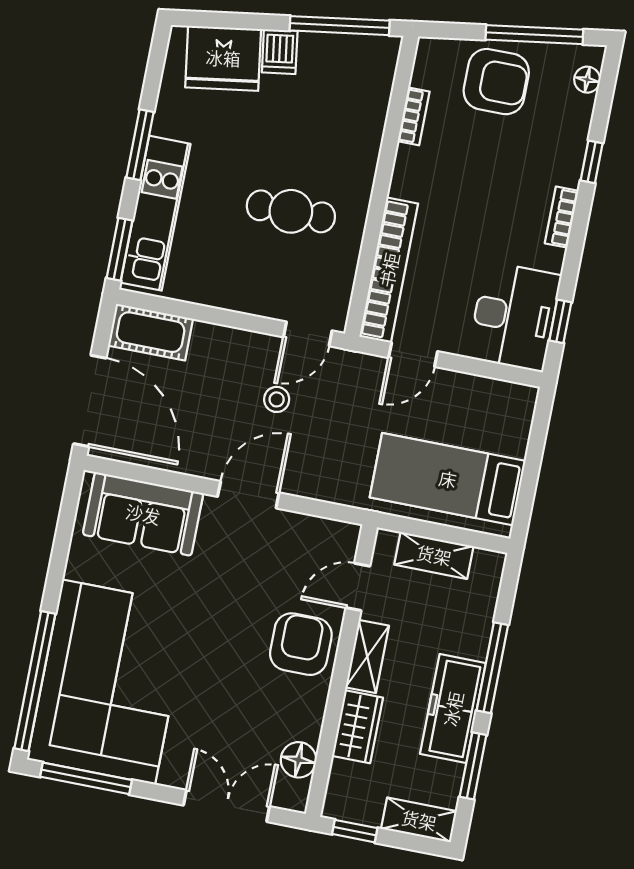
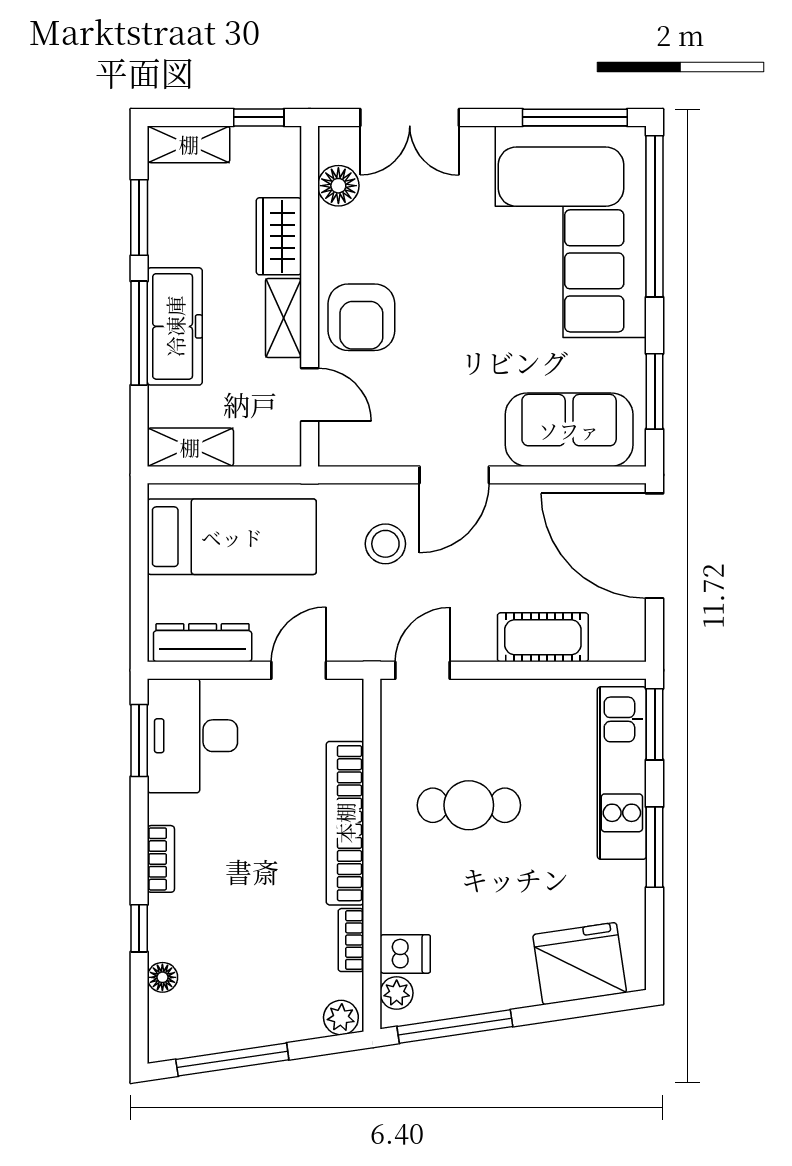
dishwasher: (280, 52) -> (405, 954), moved, turned 98
plant: (435, 52) -> (341, 1018), added
plant: (384, 64) -> (397, 993), added
floor lamp: (587, 80) -> (162, 977), moved
armchair: (496, 82) -> (265, 998), removed
bookcase: (389, 270) -> (345, 823), moved
window: (560, 321) -> (139, 741), width x1.50
cot: (151, 332) -> (543, 637), moved
dresser: (490, 394) -> (203, 643), added
stool: (277, 399) -> (385, 544), moved, width x1.37, depth x1.37
window: (64, 532) -> (655, 391), added
shelving: (434, 555) -> (190, 447), moved
door: (358, 587) -> (310, 395), hinge flipped
freezer: (453, 709) -> (175, 326), moved

